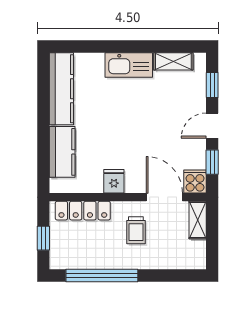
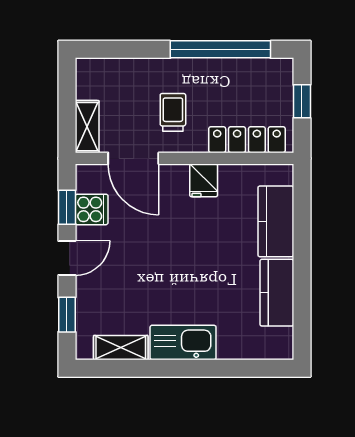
kitchen counter: (61, 89) -> (277, 293), width x0.67
cooker: (195, 181) -> (92, 209), moved, turned -90

